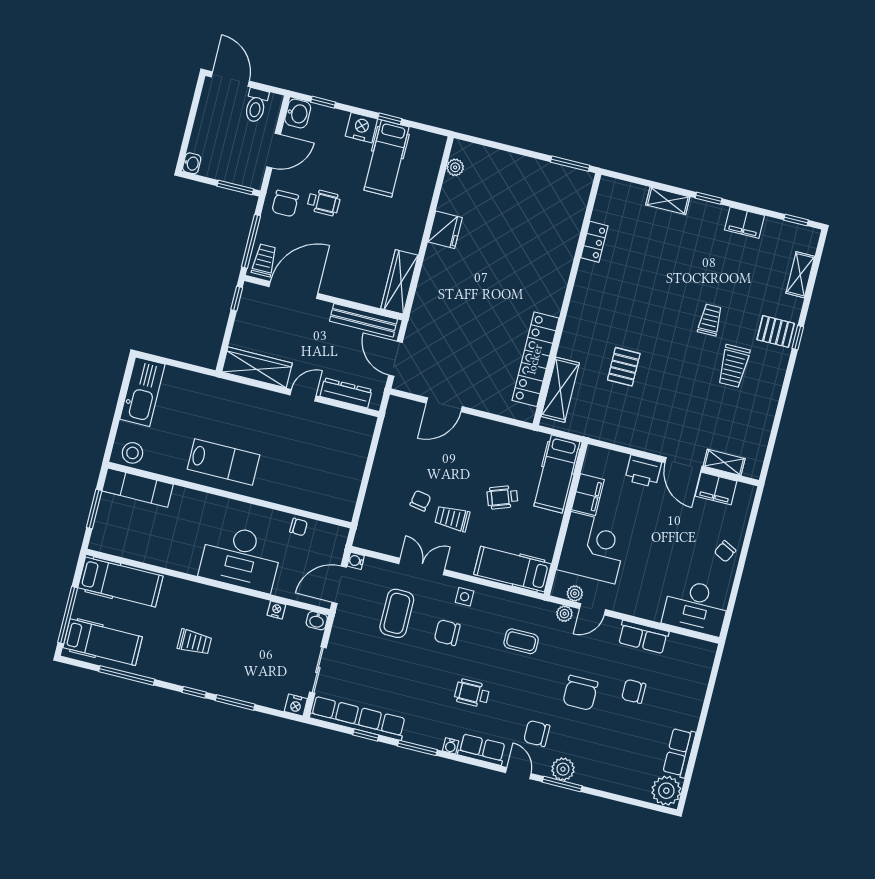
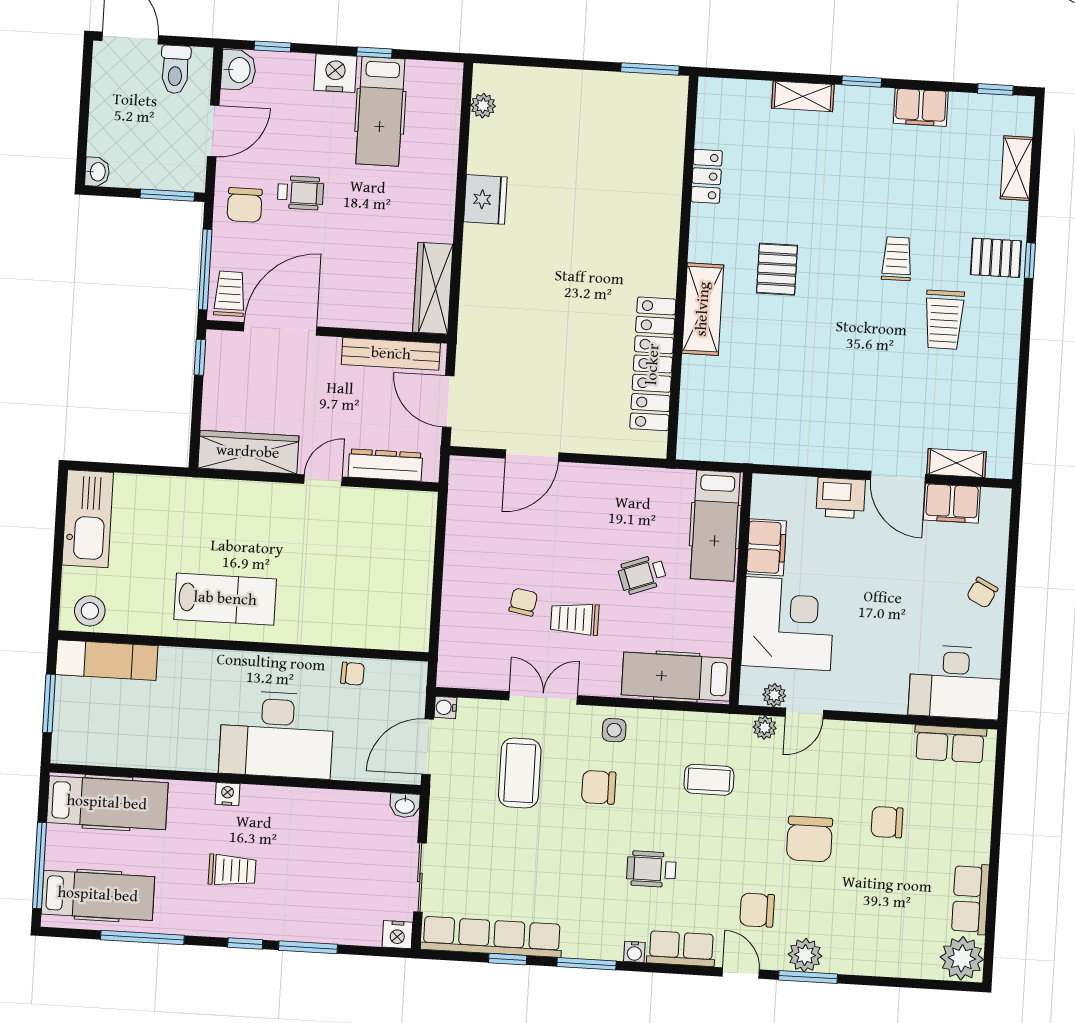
pallet: (624, 367) -> (777, 269), moved
shelving: (560, 390) -> (703, 309), moved
nightstand: (276, 610) -> (227, 794), moved
row of seats: (643, 637) -> (950, 744), moved

